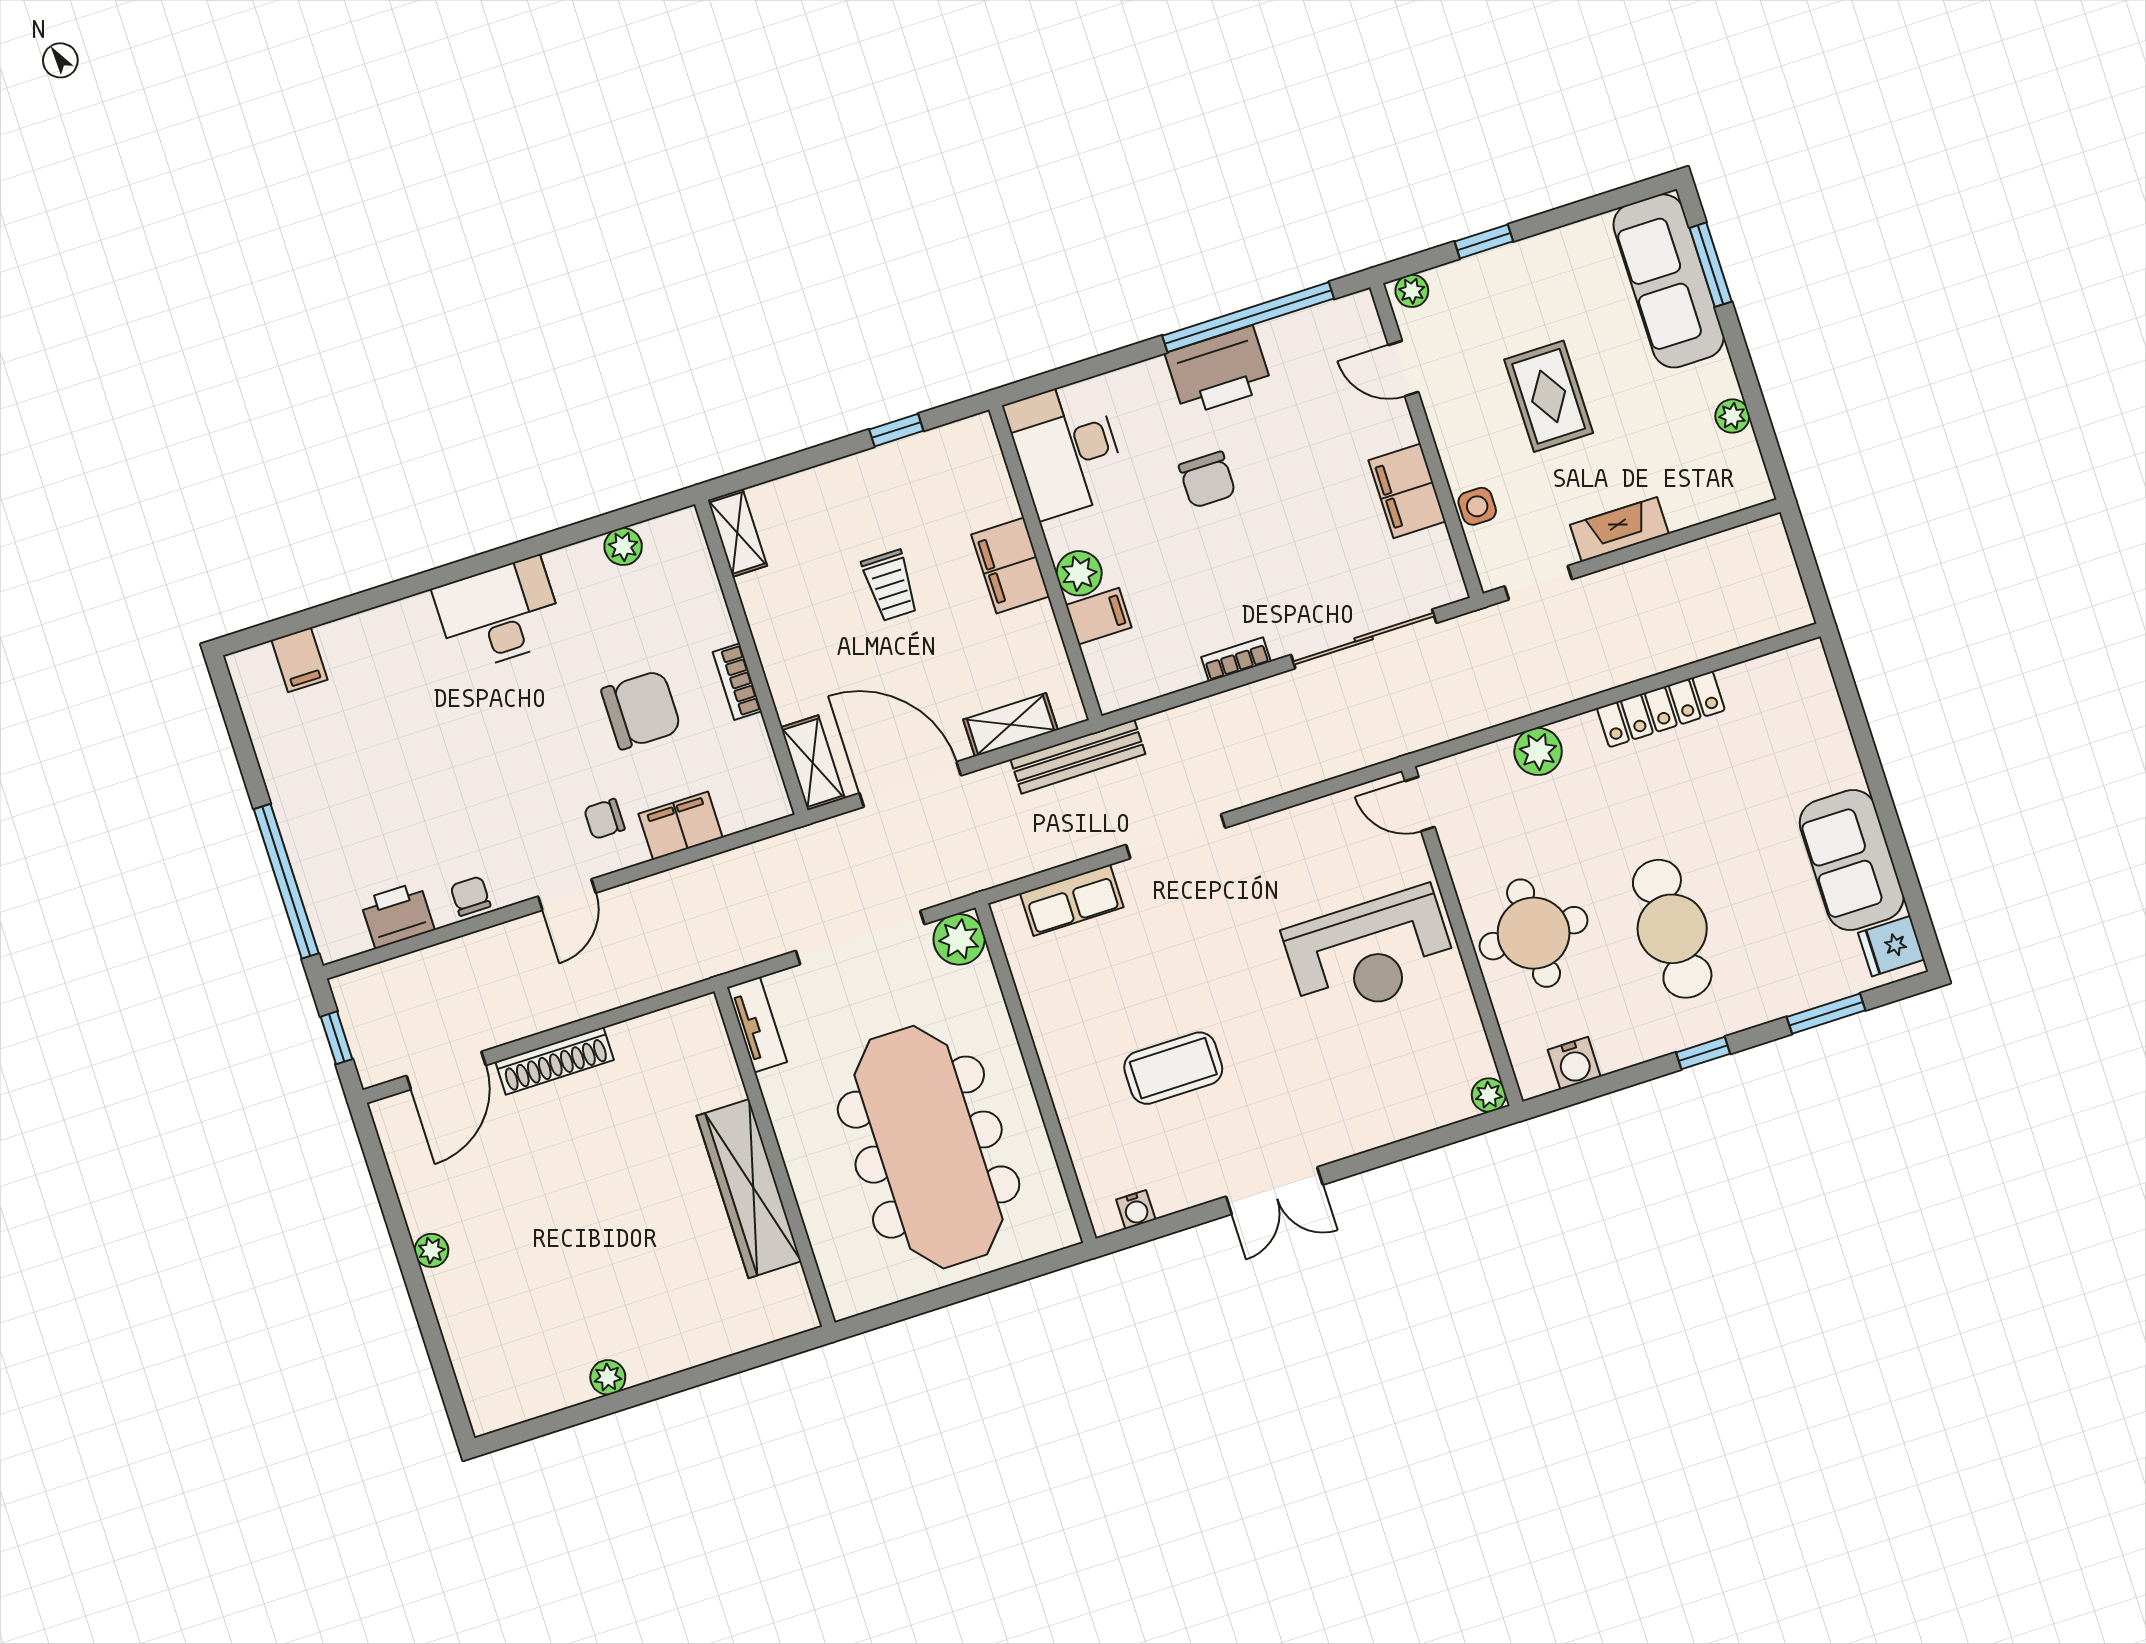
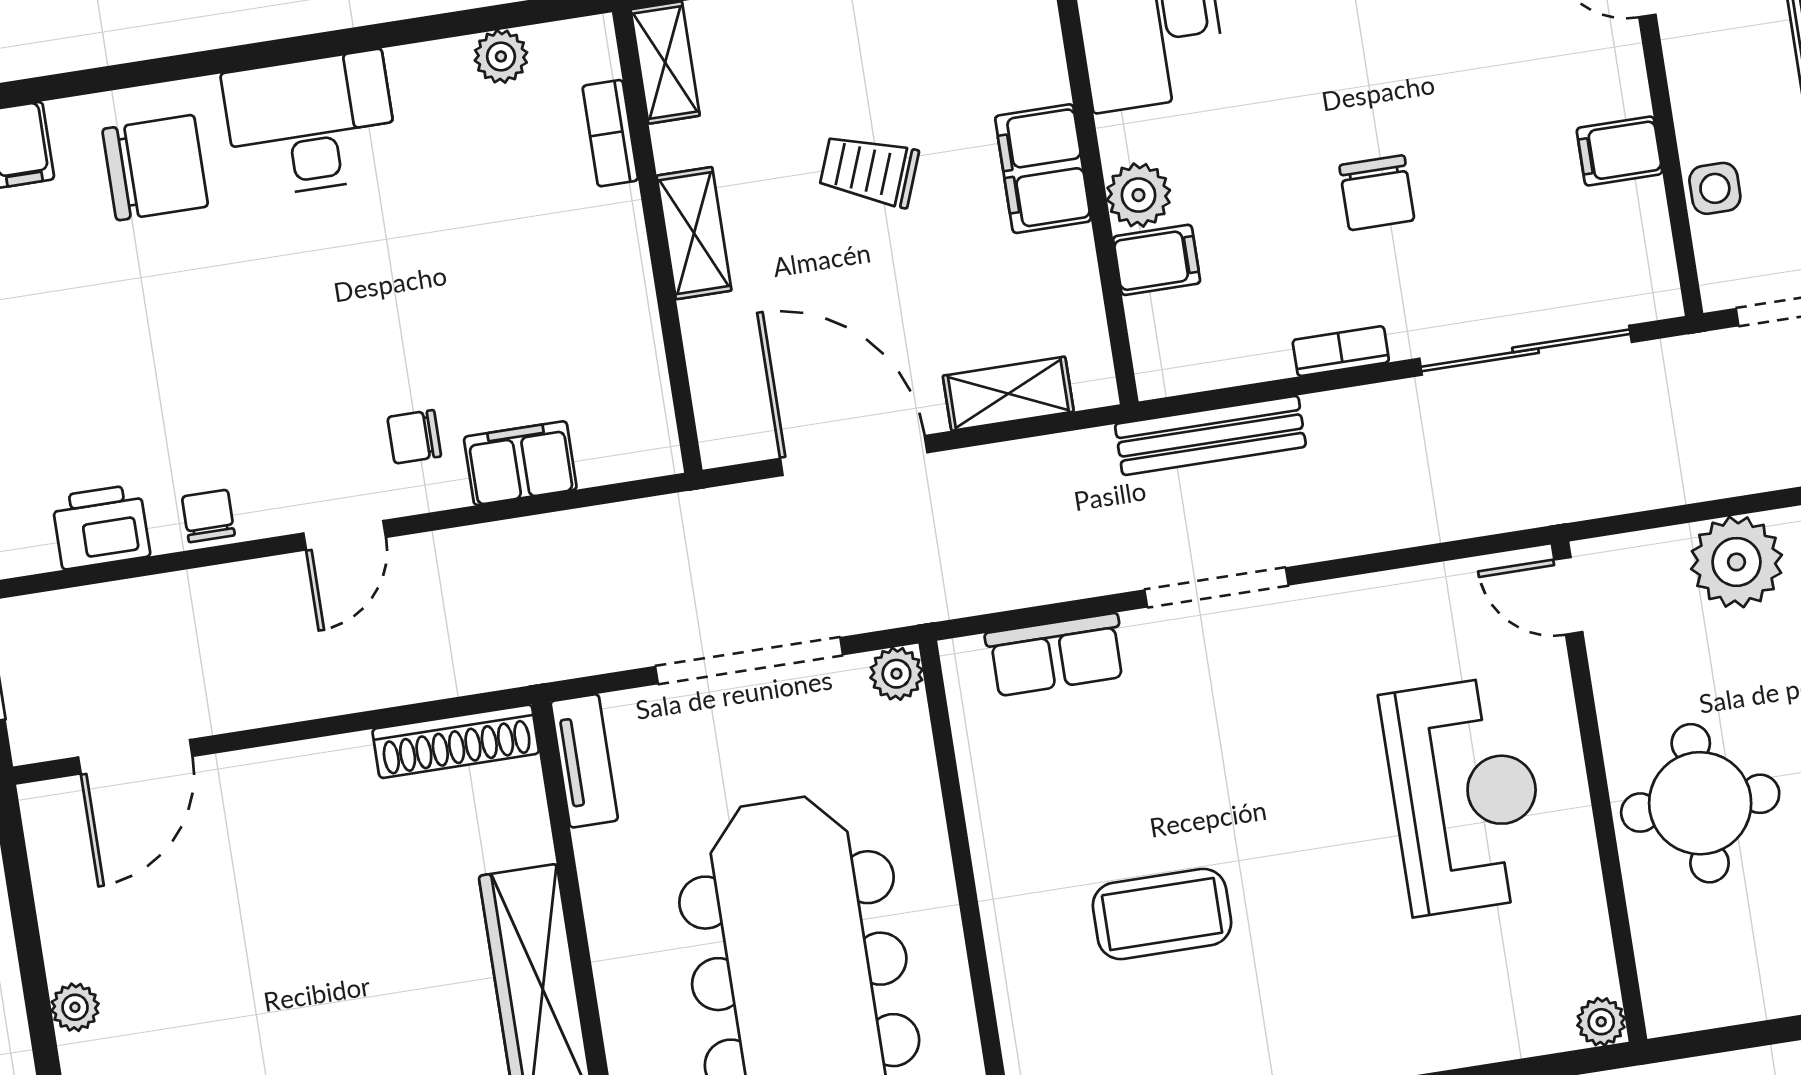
chair: (1207, 480) -> (1377, 193), moved
filing cabinet: (1407, 491) -> (1619, 151), width x0.50
trolley: (890, 585) -> (869, 170), turned 111
bookcase: (737, 682) -> (610, 133), moved
chair: (641, 710) -> (155, 168), moved
plant: (1538, 752) -> (1736, 562), width x1.36, depth x1.36
bench: (1078, 757) -> (1210, 435), moved
shelving: (813, 763) -> (694, 233), moved
plant: (959, 939) -> (896, 674), width x0.73, depth x0.73
reception desk: (1370, 953) -> (1465, 795), turned -90
shoe rack: (555, 1061) -> (456, 741), moved
water cooler: (1574, 1063) -> (1729, 996), removed

